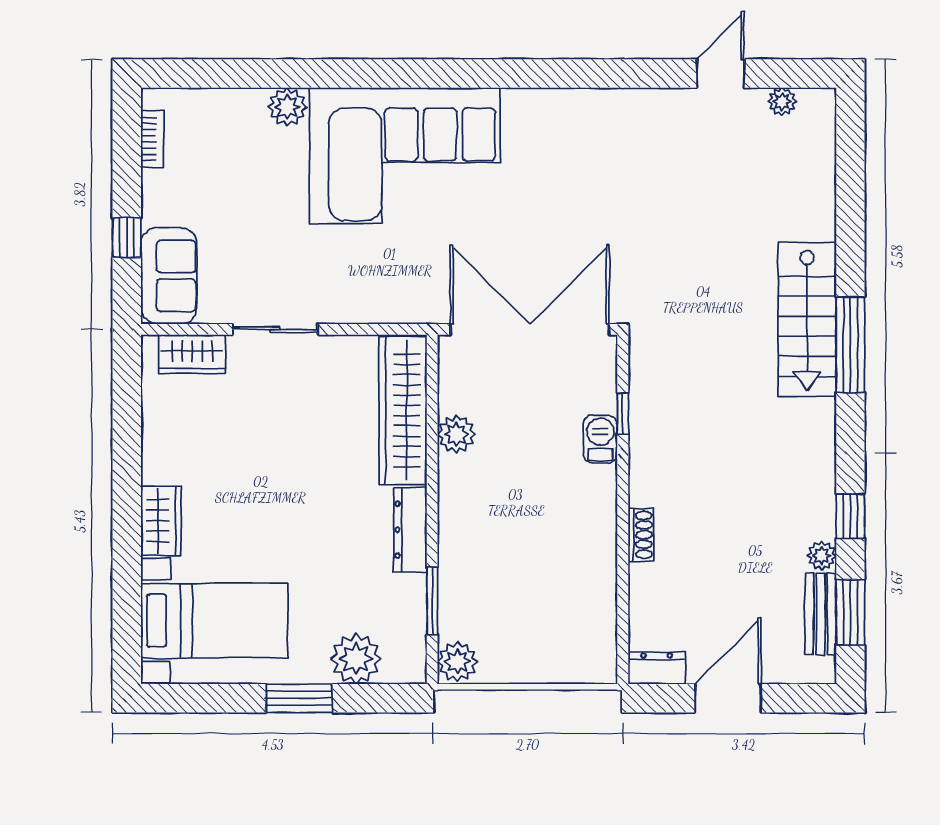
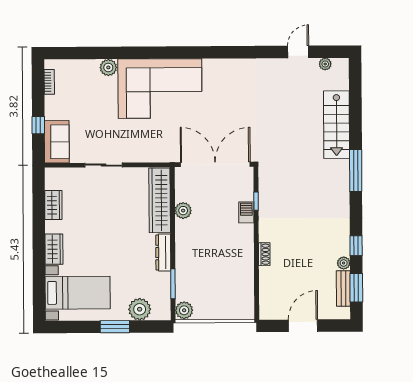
stairs: (807, 319) -> (337, 125), moved
wardrobe: (192, 354) -> (53, 205), moved, turned -90
dresser: (657, 668) -> (272, 313), removed

